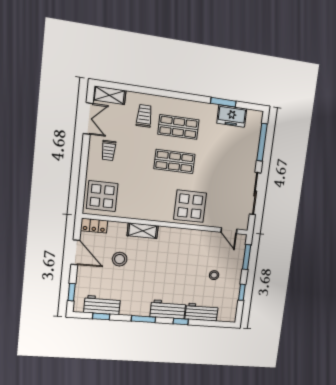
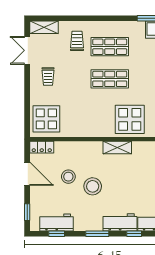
double door: (88, 119) -> (27, 50), swing flipped
shelving: (143, 231) -> (117, 147), moved
stool: (144, 271) -> (93, 186), added

